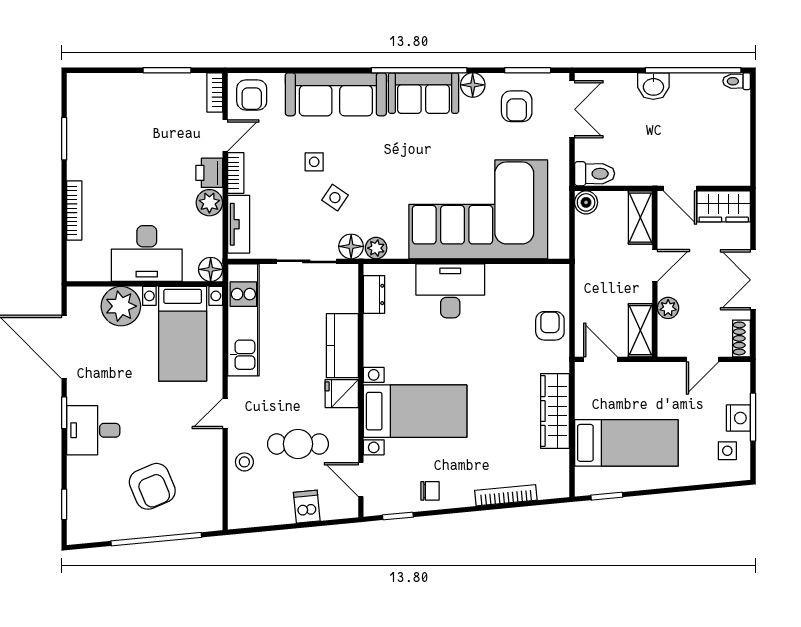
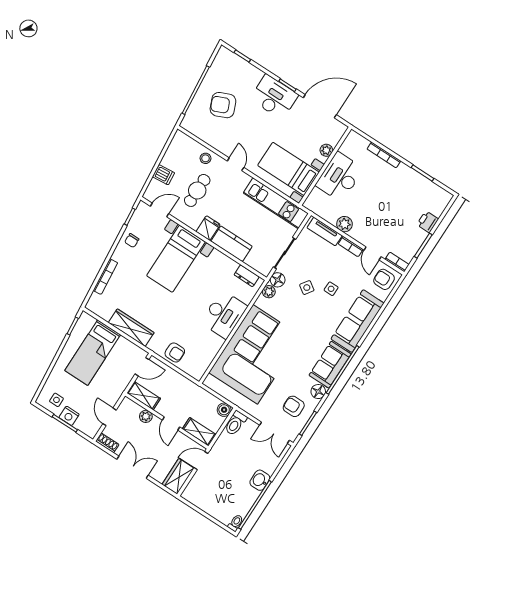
printer: (209, 173) -> (428, 222), moved, turned -90
floor lamp: (211, 269) -> (311, 203), removed
plant: (121, 306) -> (326, 150), width x0.53, depth x0.53
desk: (93, 430) -> (274, 97), width x1.37

